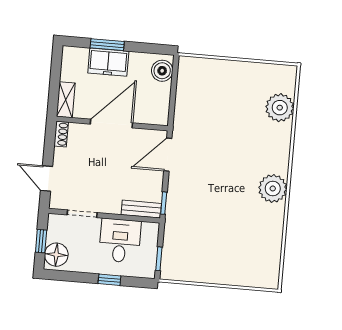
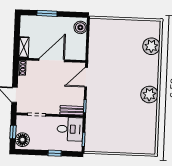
freezer: (108, 62) -> (48, 24), removed
desk: (120, 241) -> (70, 129), moved, turned 90

